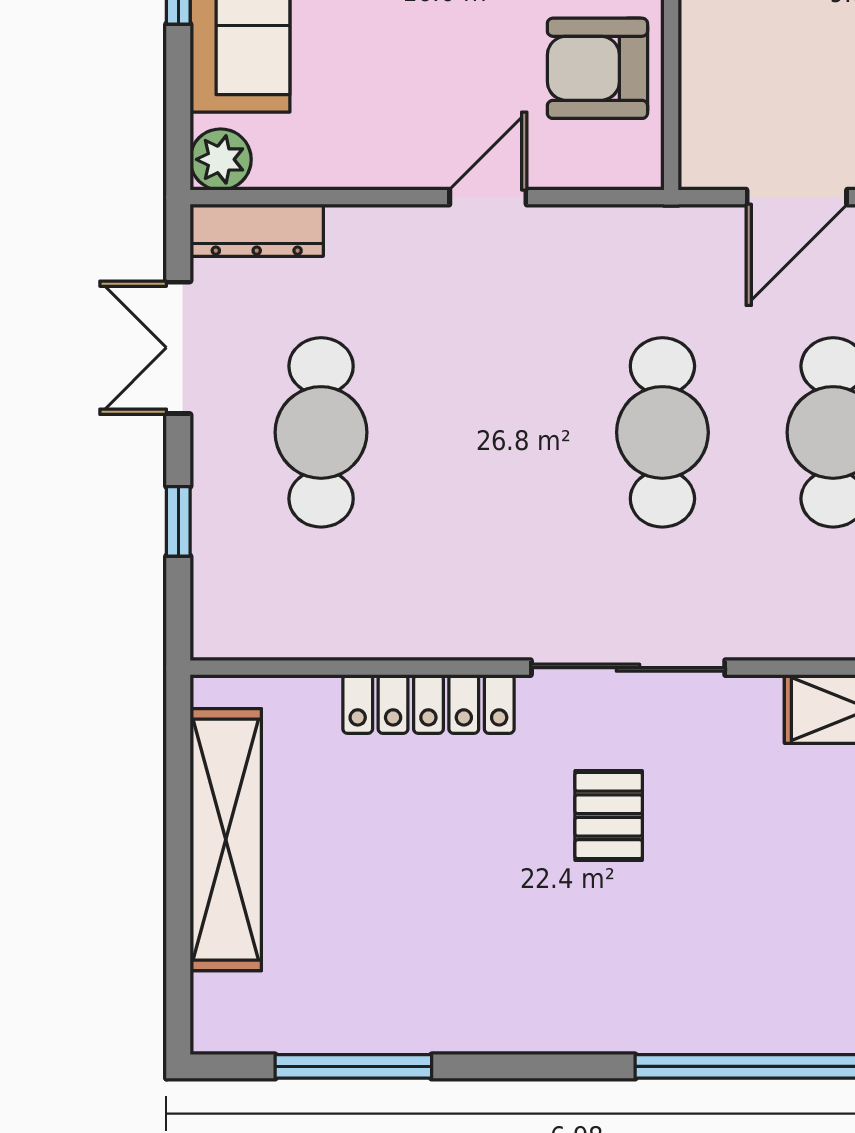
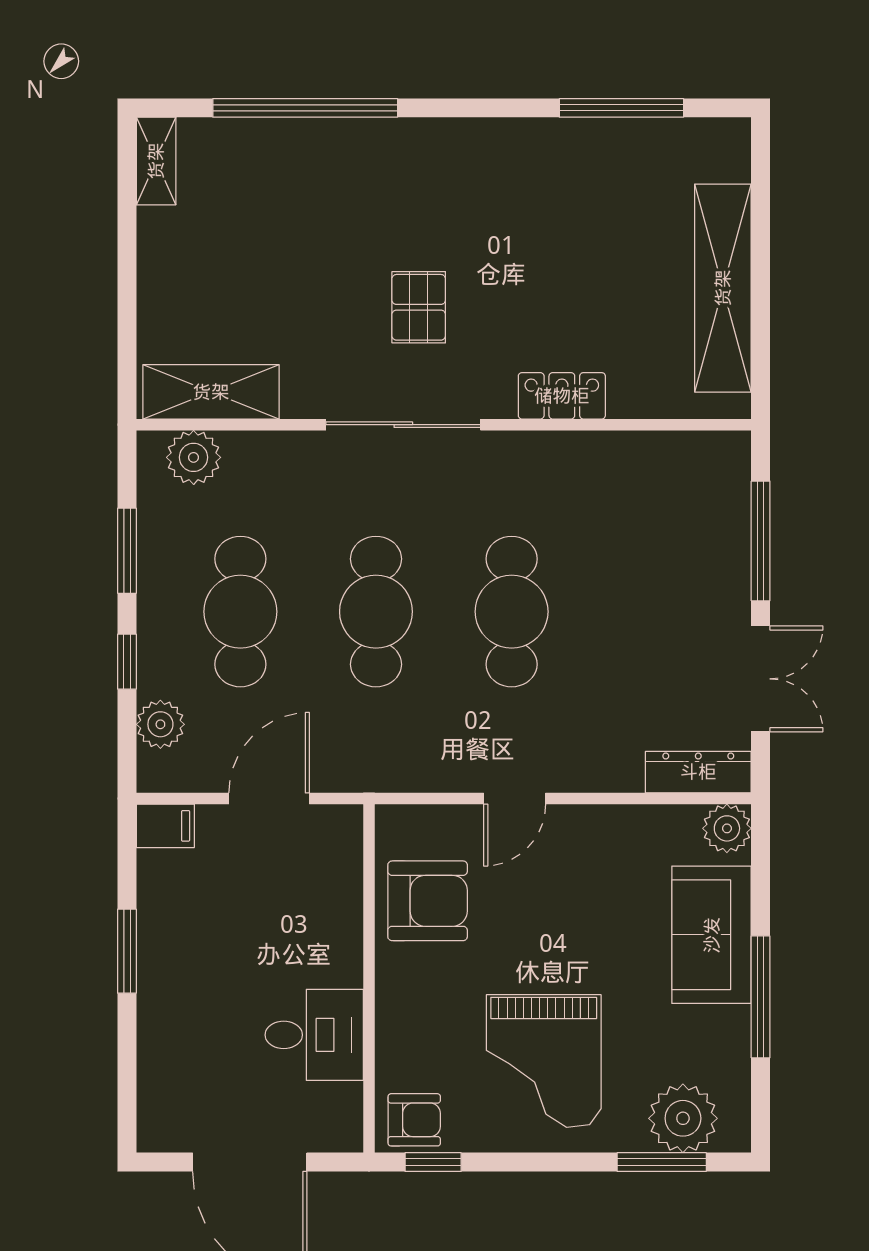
cafe table: (321, 432) -> (512, 612), moved
window: (178, 521) -> (761, 541), width x2.17
locker: (428, 704) -> (562, 396), width x0.66

